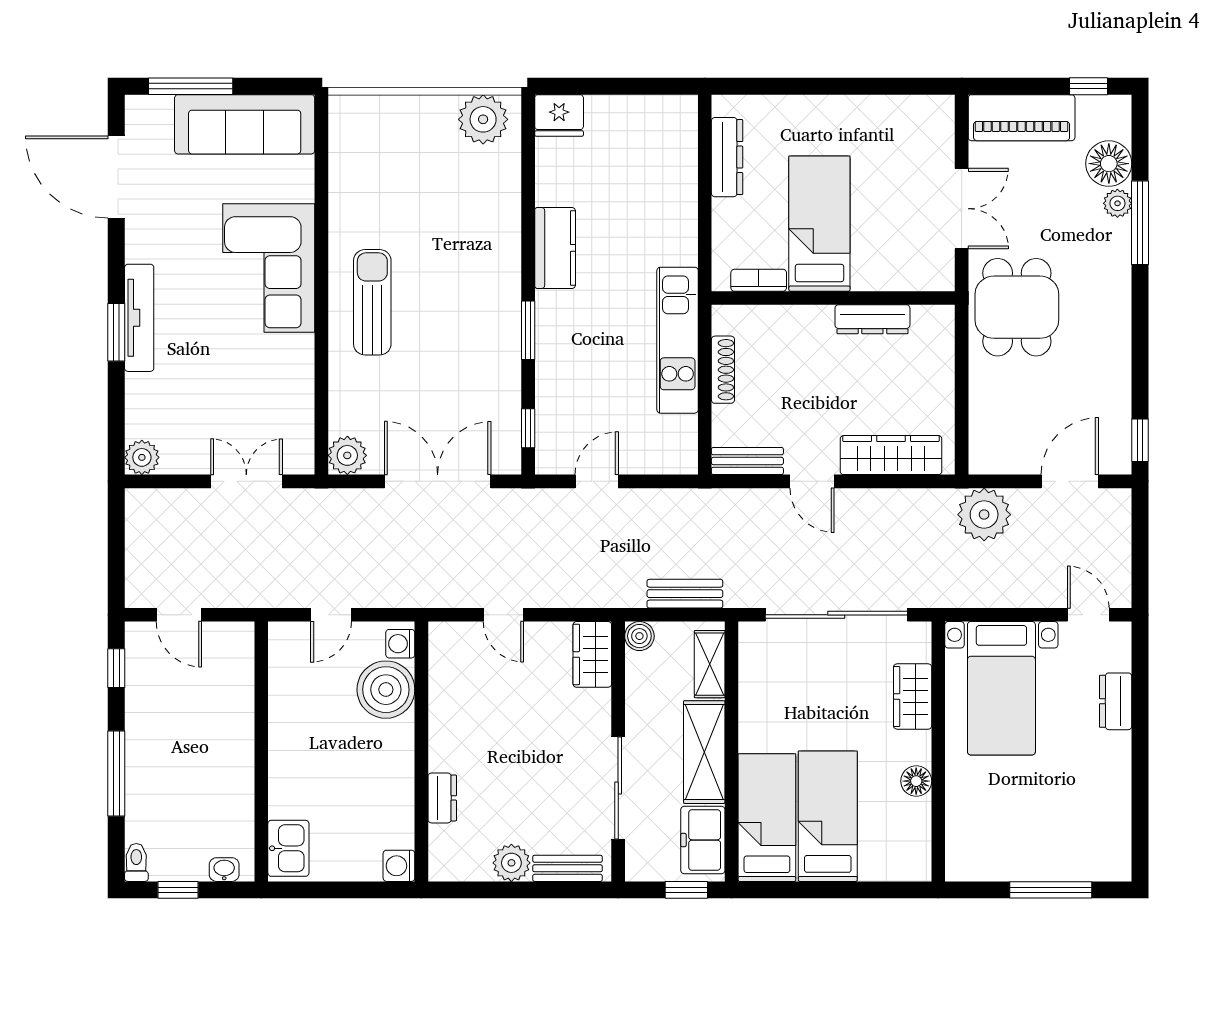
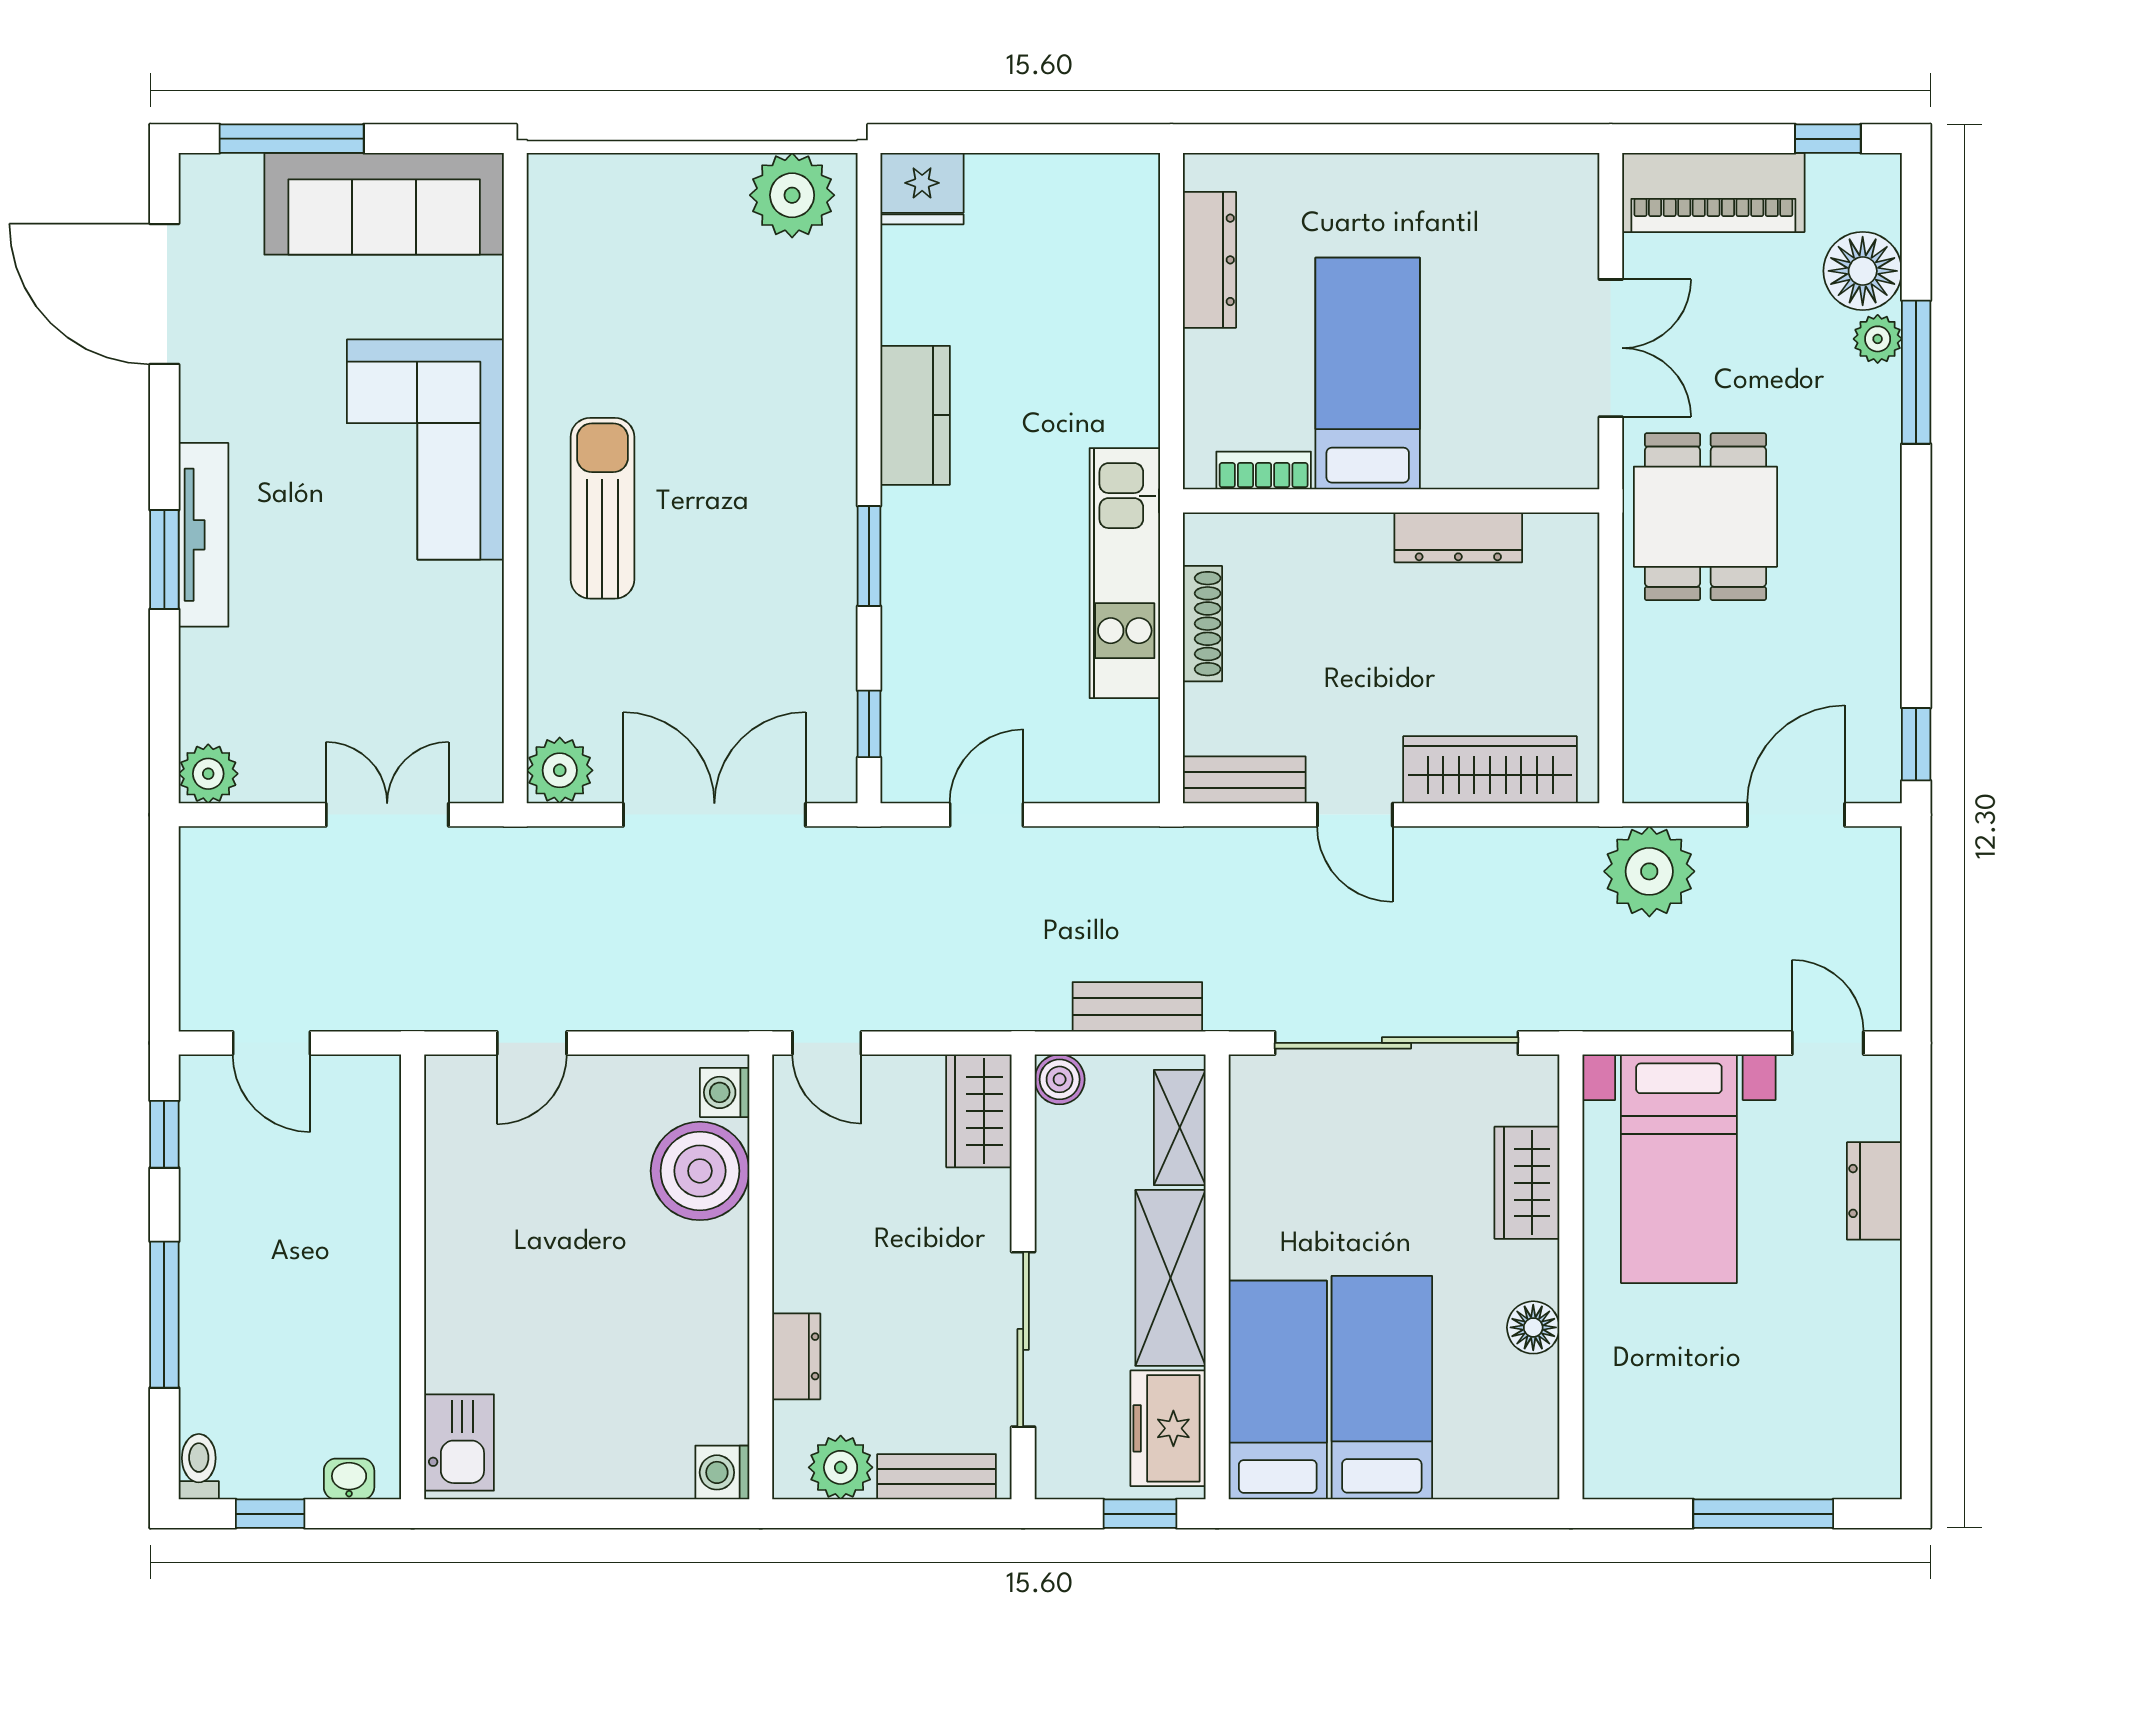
washing machine: (400, 644) -> (725, 1092), moved
boiler: (386, 690) -> (700, 1171), moved
wall: (421, 751) -> (761, 1277), moved
dresser: (442, 798) -> (796, 1356), moved
washing machine: (399, 866) -> (722, 1472), moved

